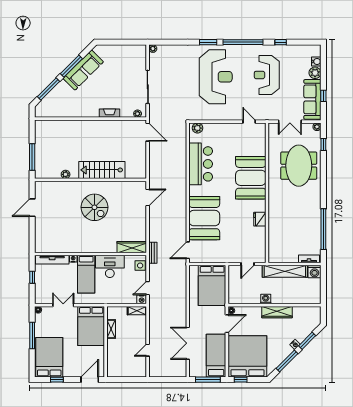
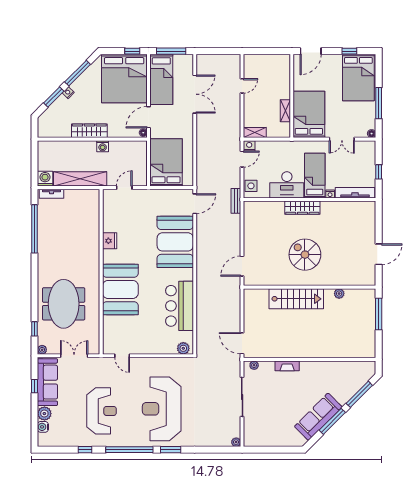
wardrobe: (132, 247) -> (302, 208), moved

